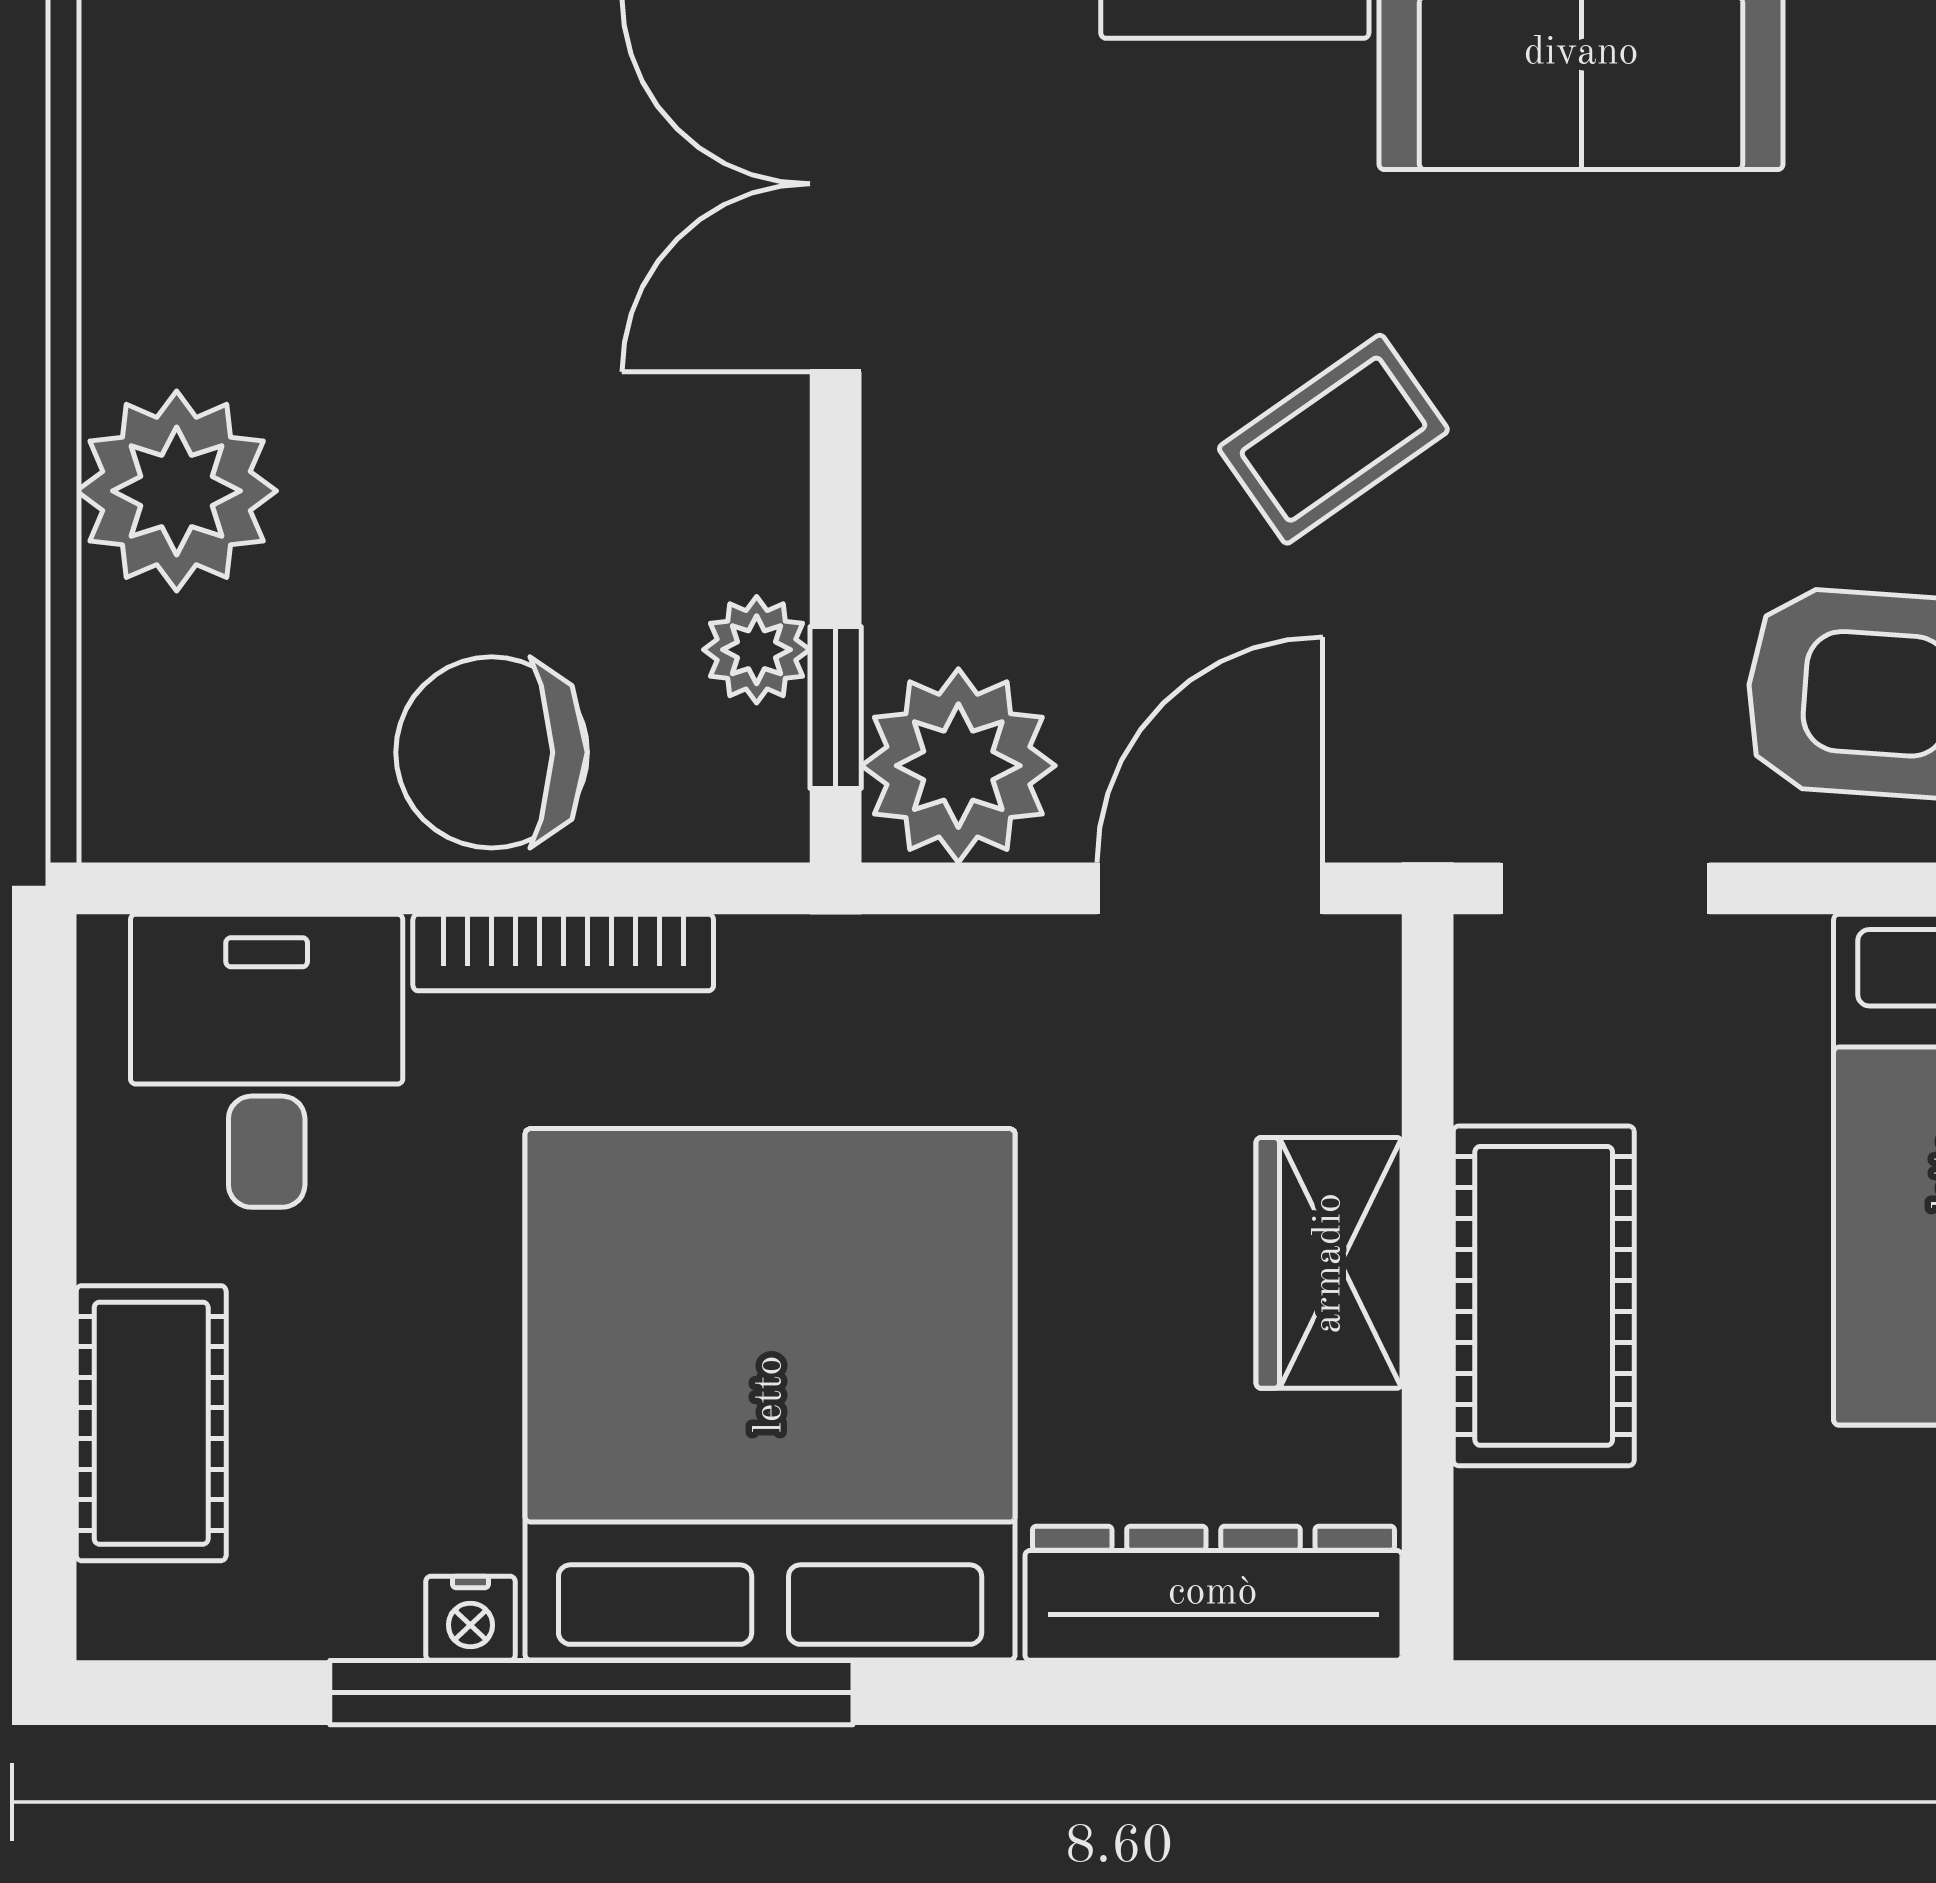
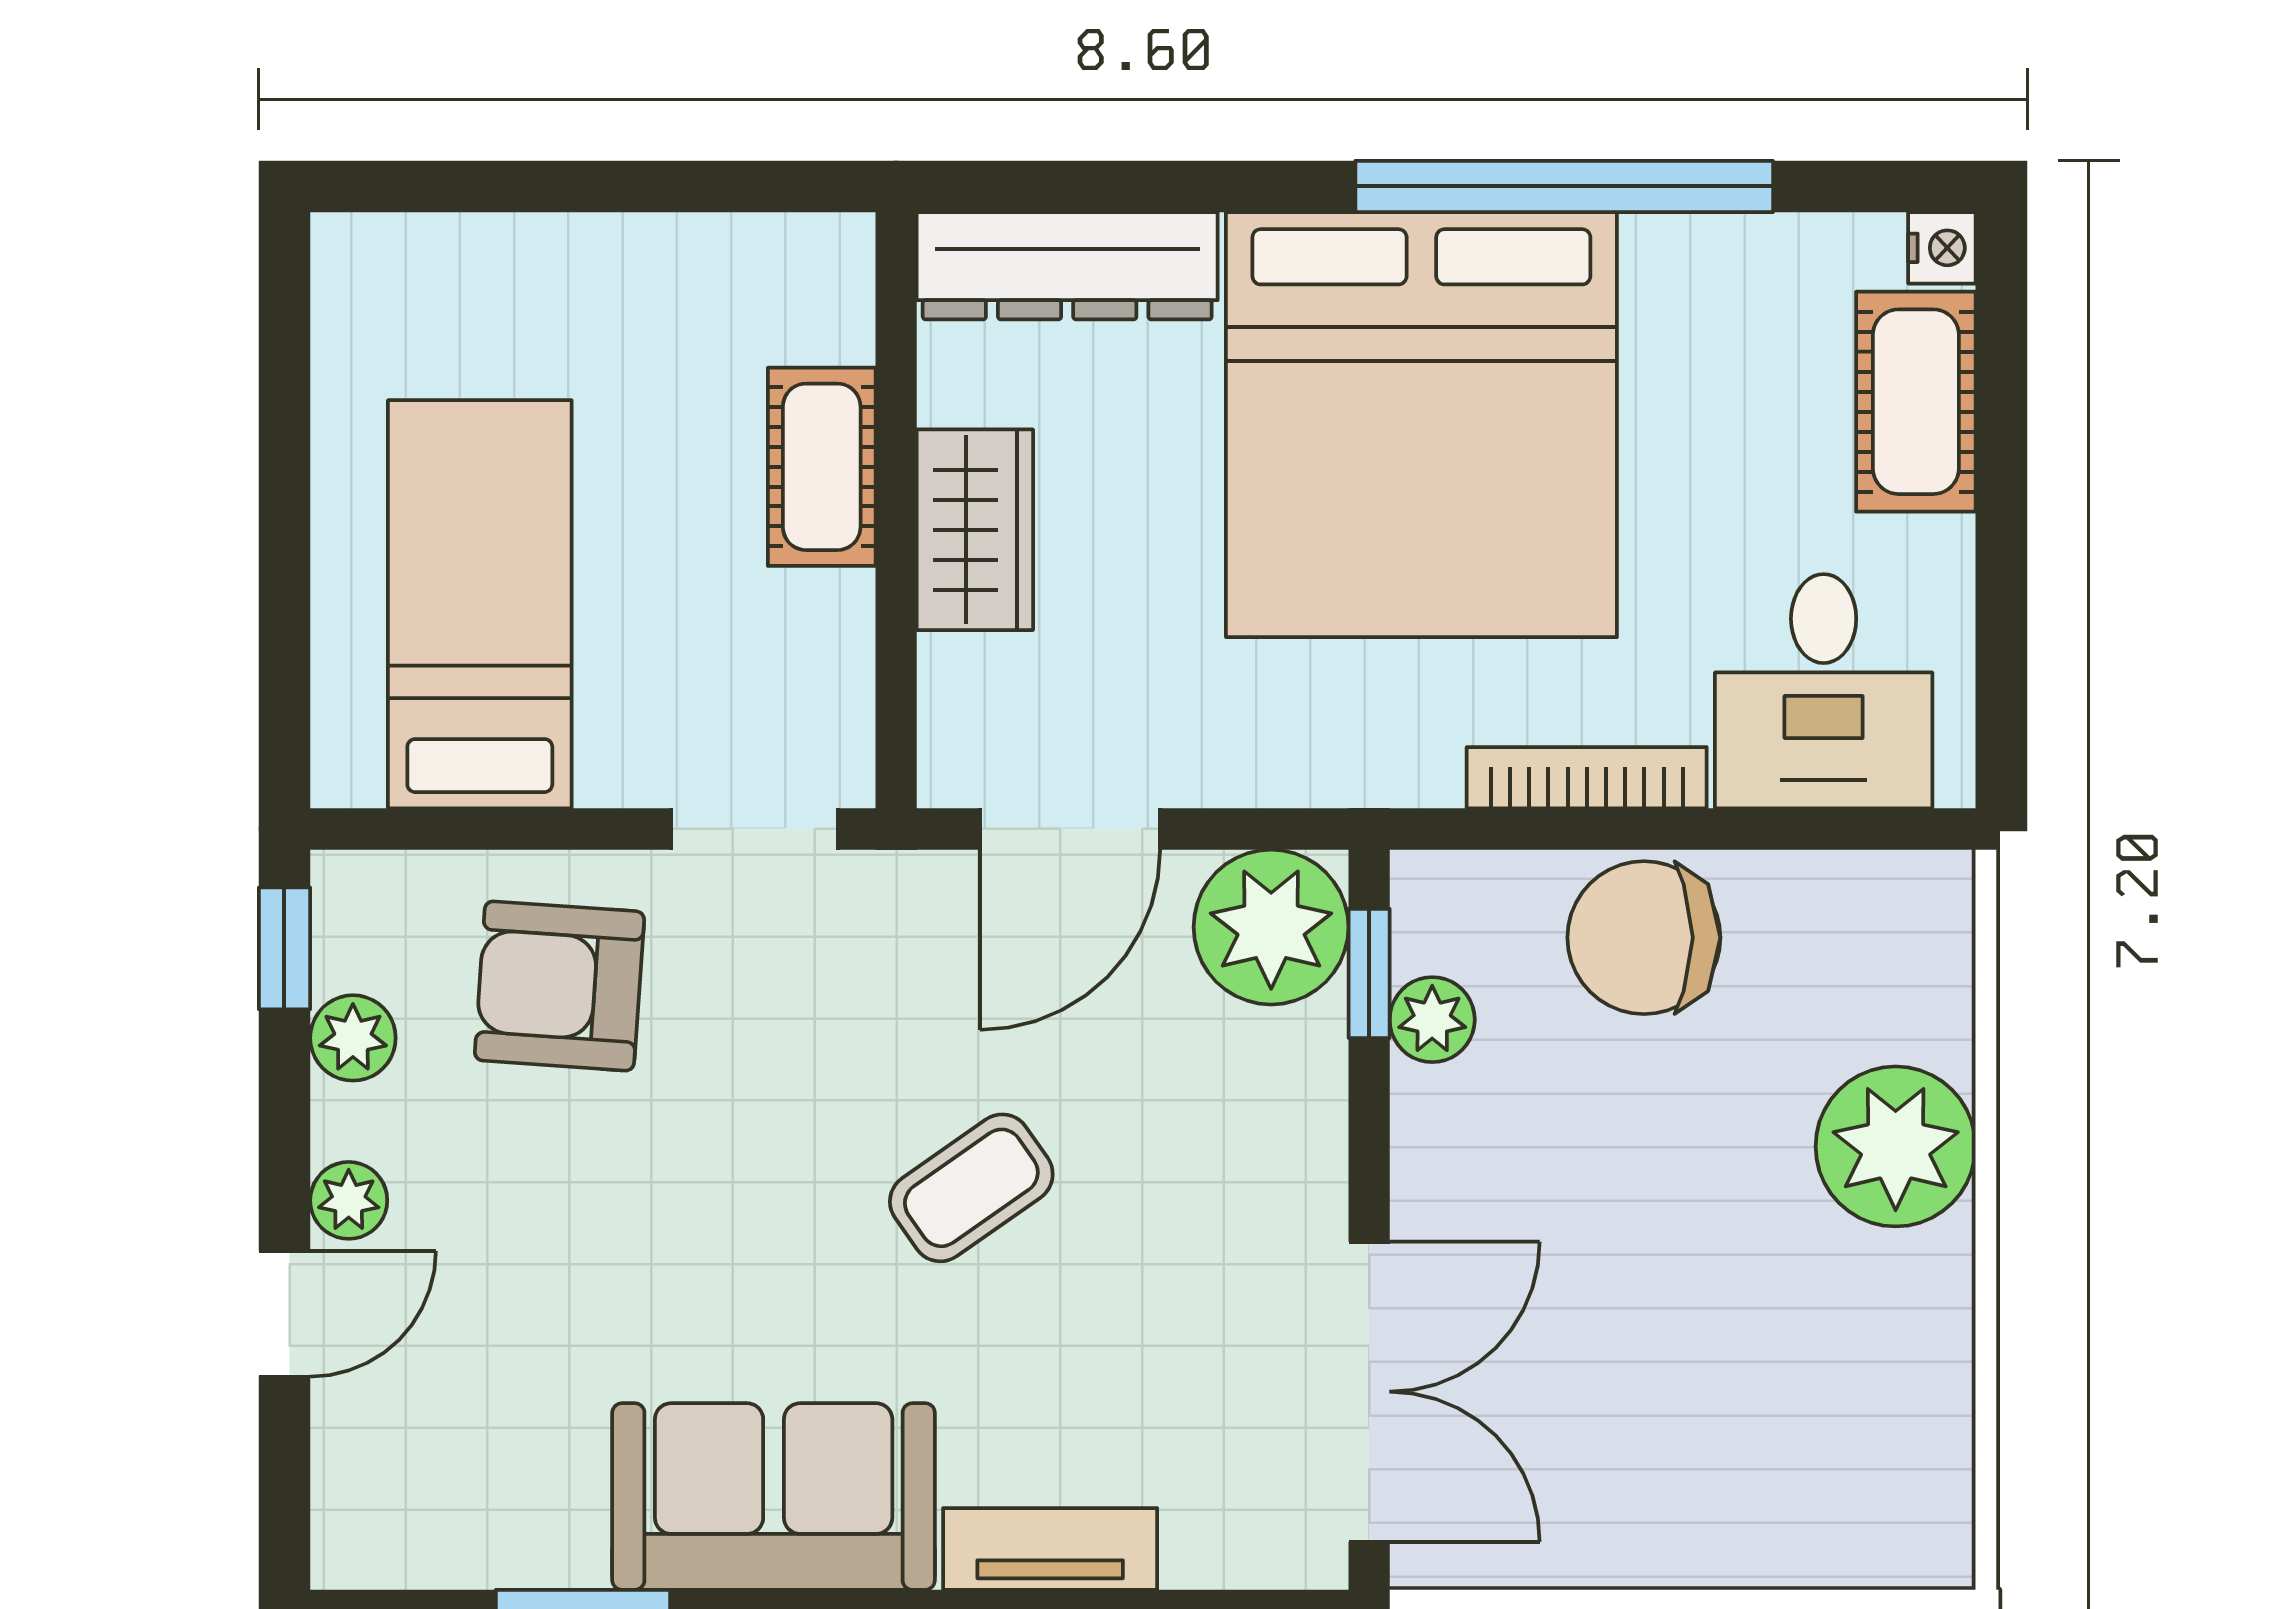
chair: (492, 752) -> (1644, 938), turned 180
cot: (1544, 1296) -> (822, 467), width x0.73, depth x0.75
nightstand: (470, 1618) -> (1942, 248), moved, turned 90

